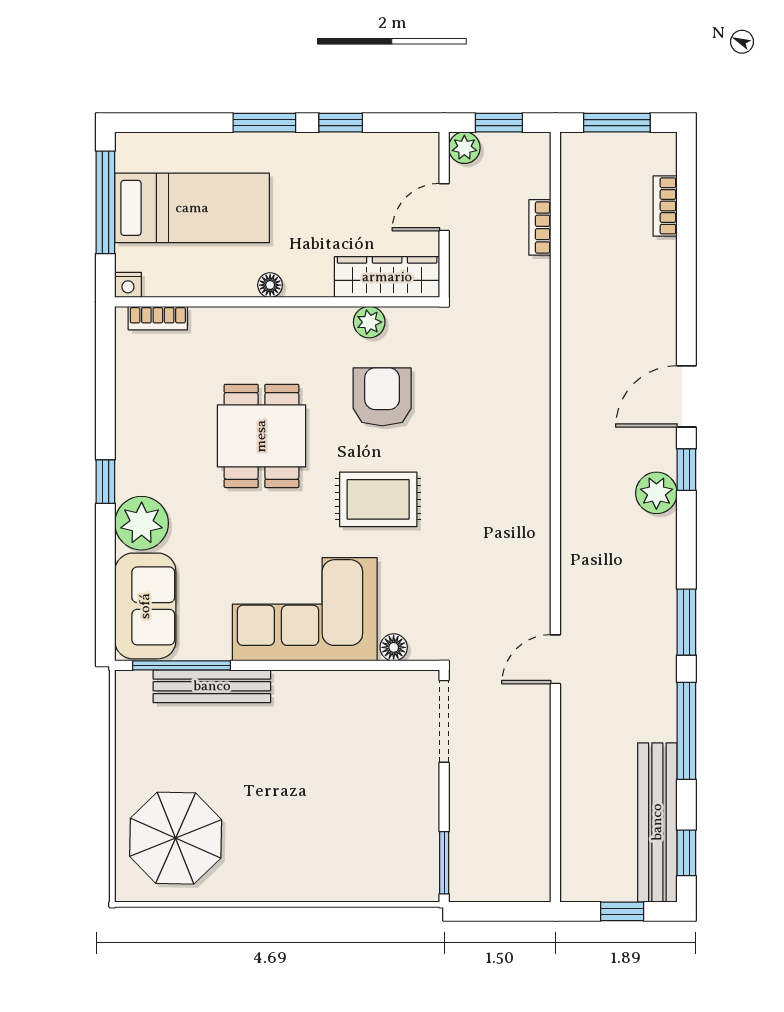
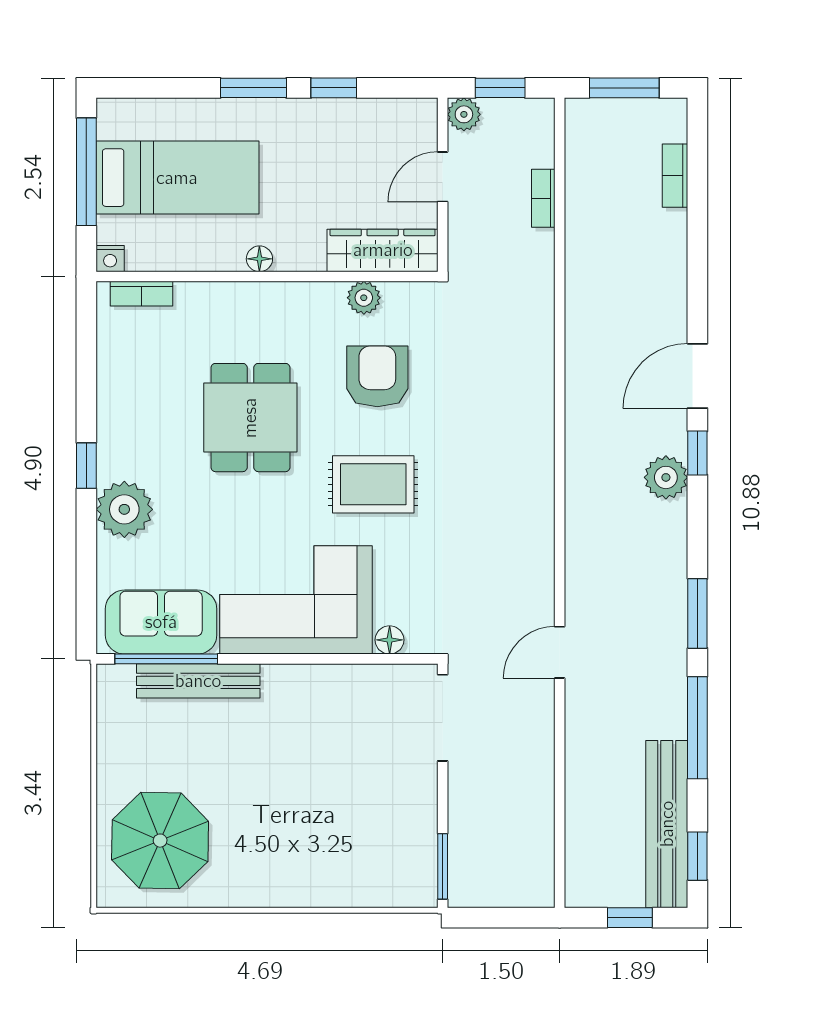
sofa: (145, 606) -> (161, 622), moved, turned -90

